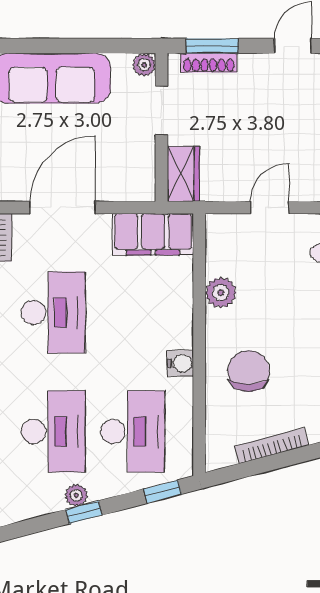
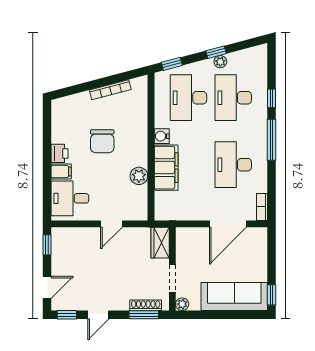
filing cabinet: (153, 234) -> (166, 168), moved, turned 90
chair: (249, 371) -> (102, 141), moved

